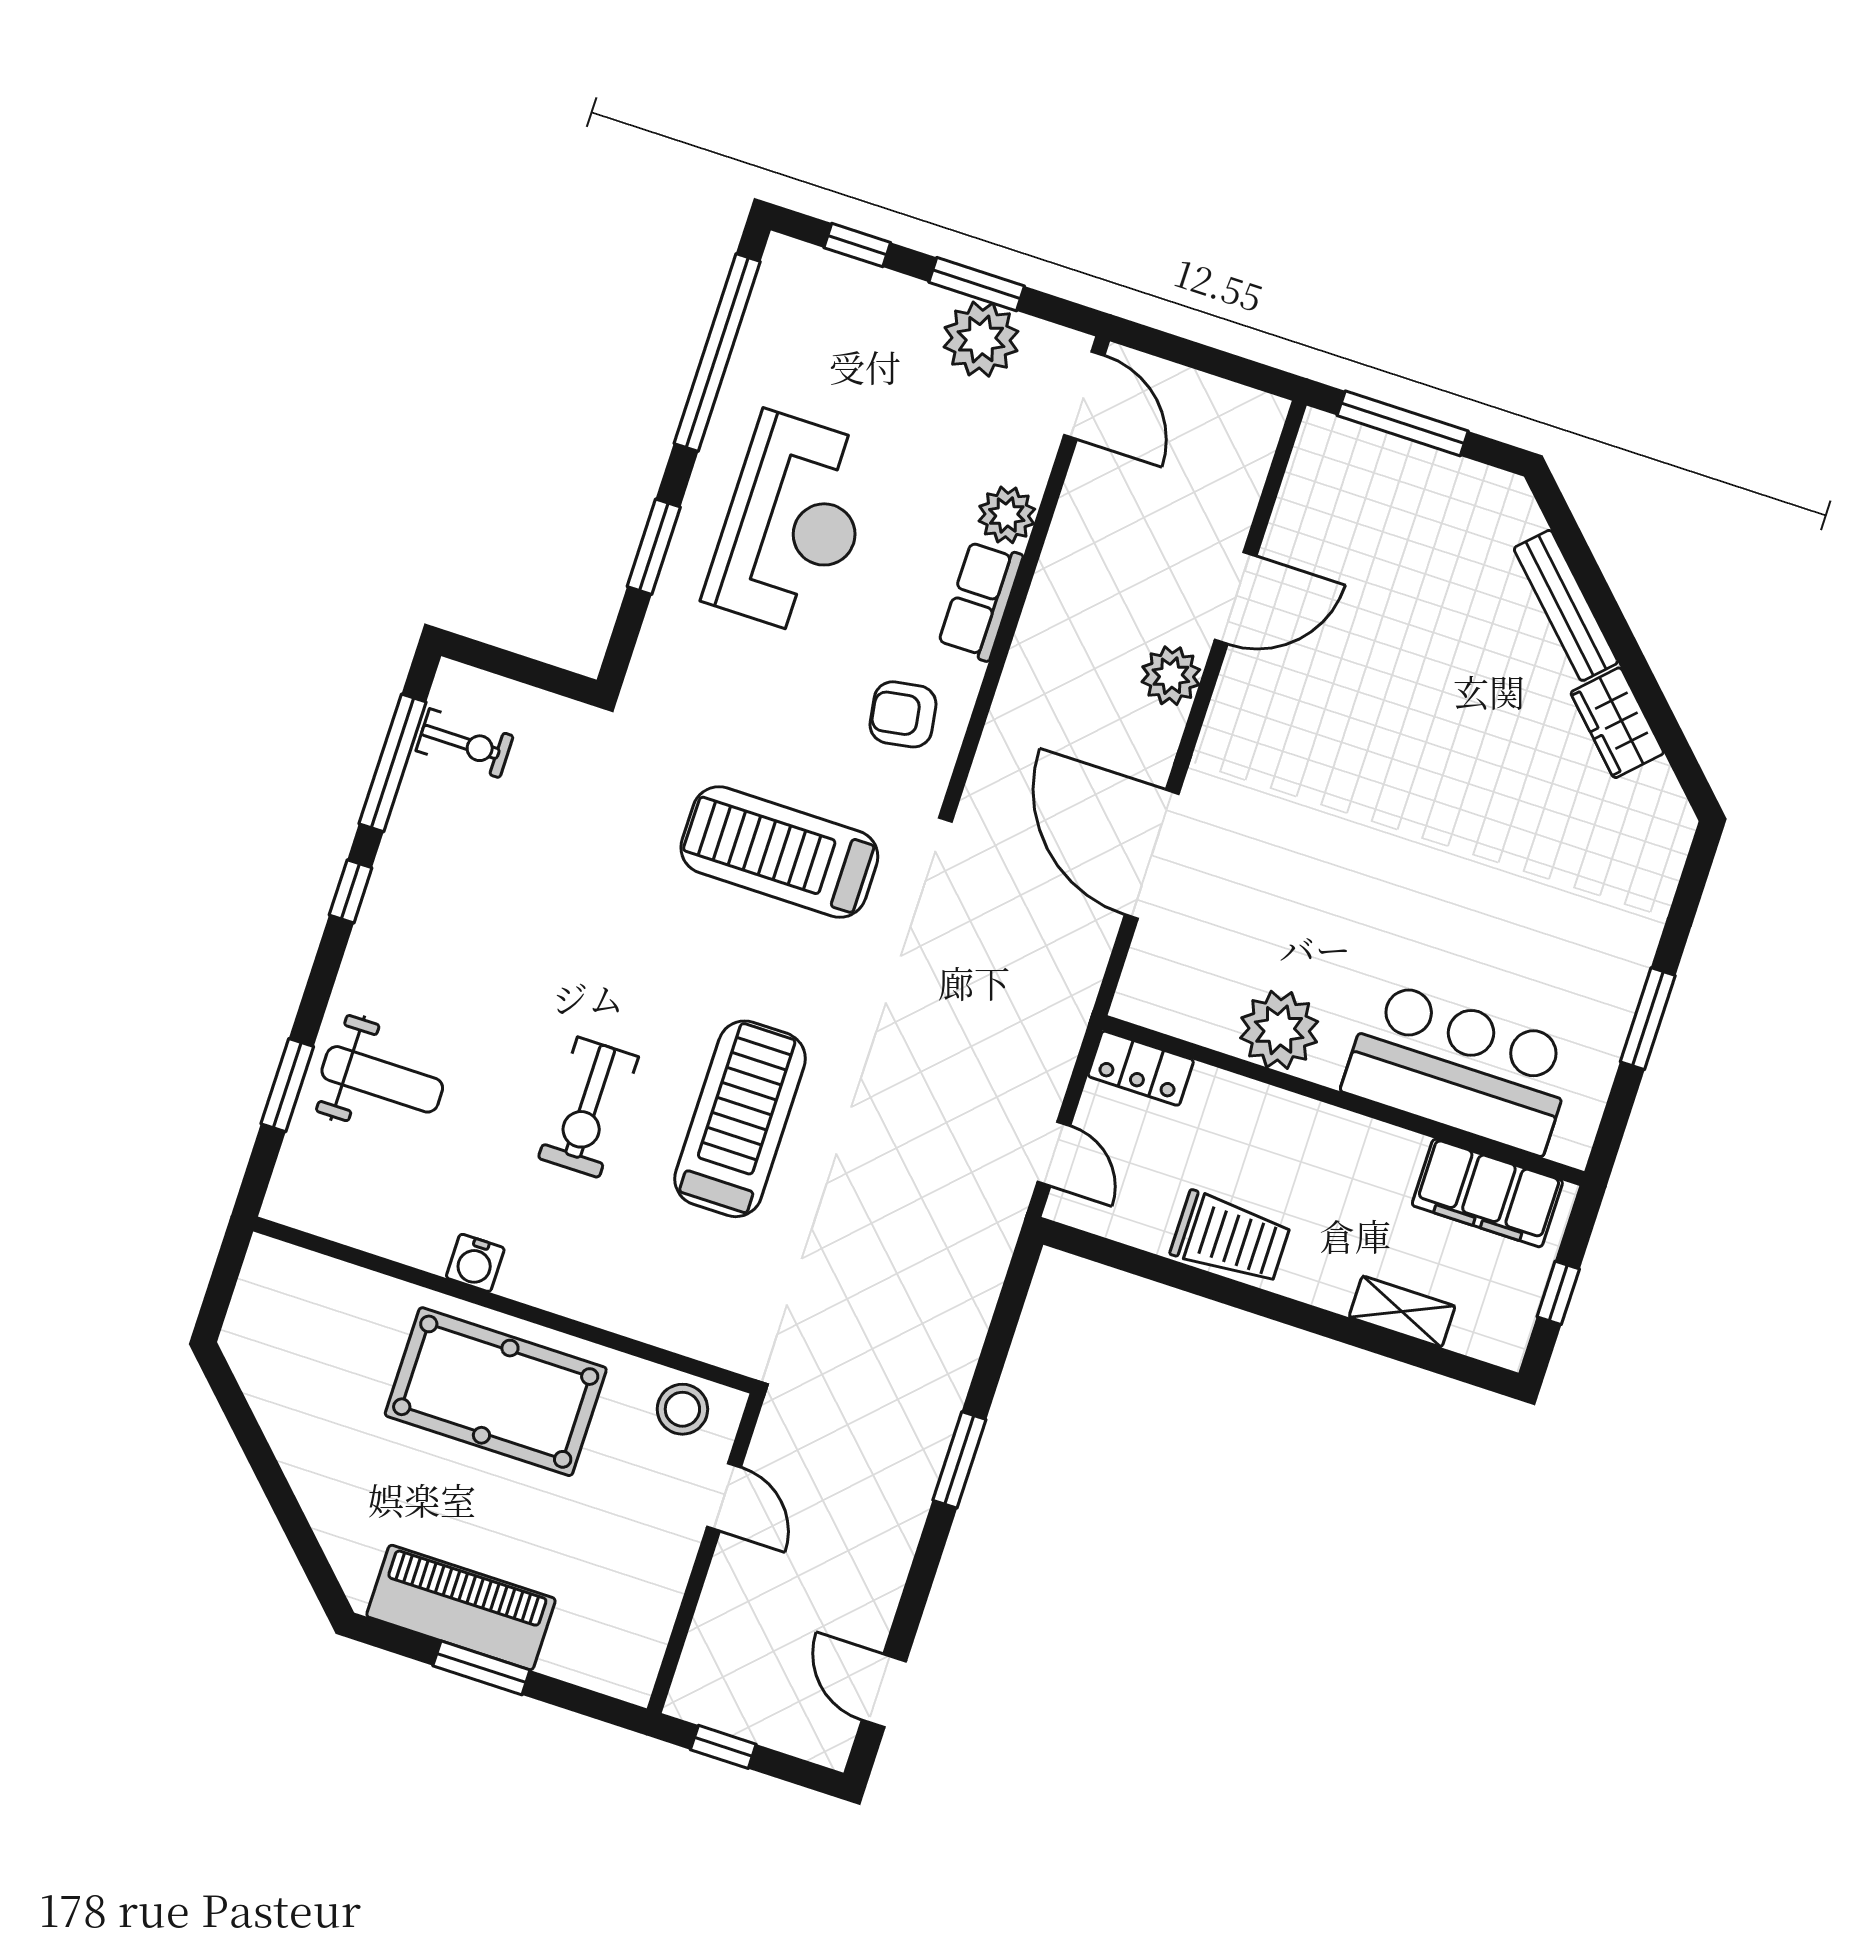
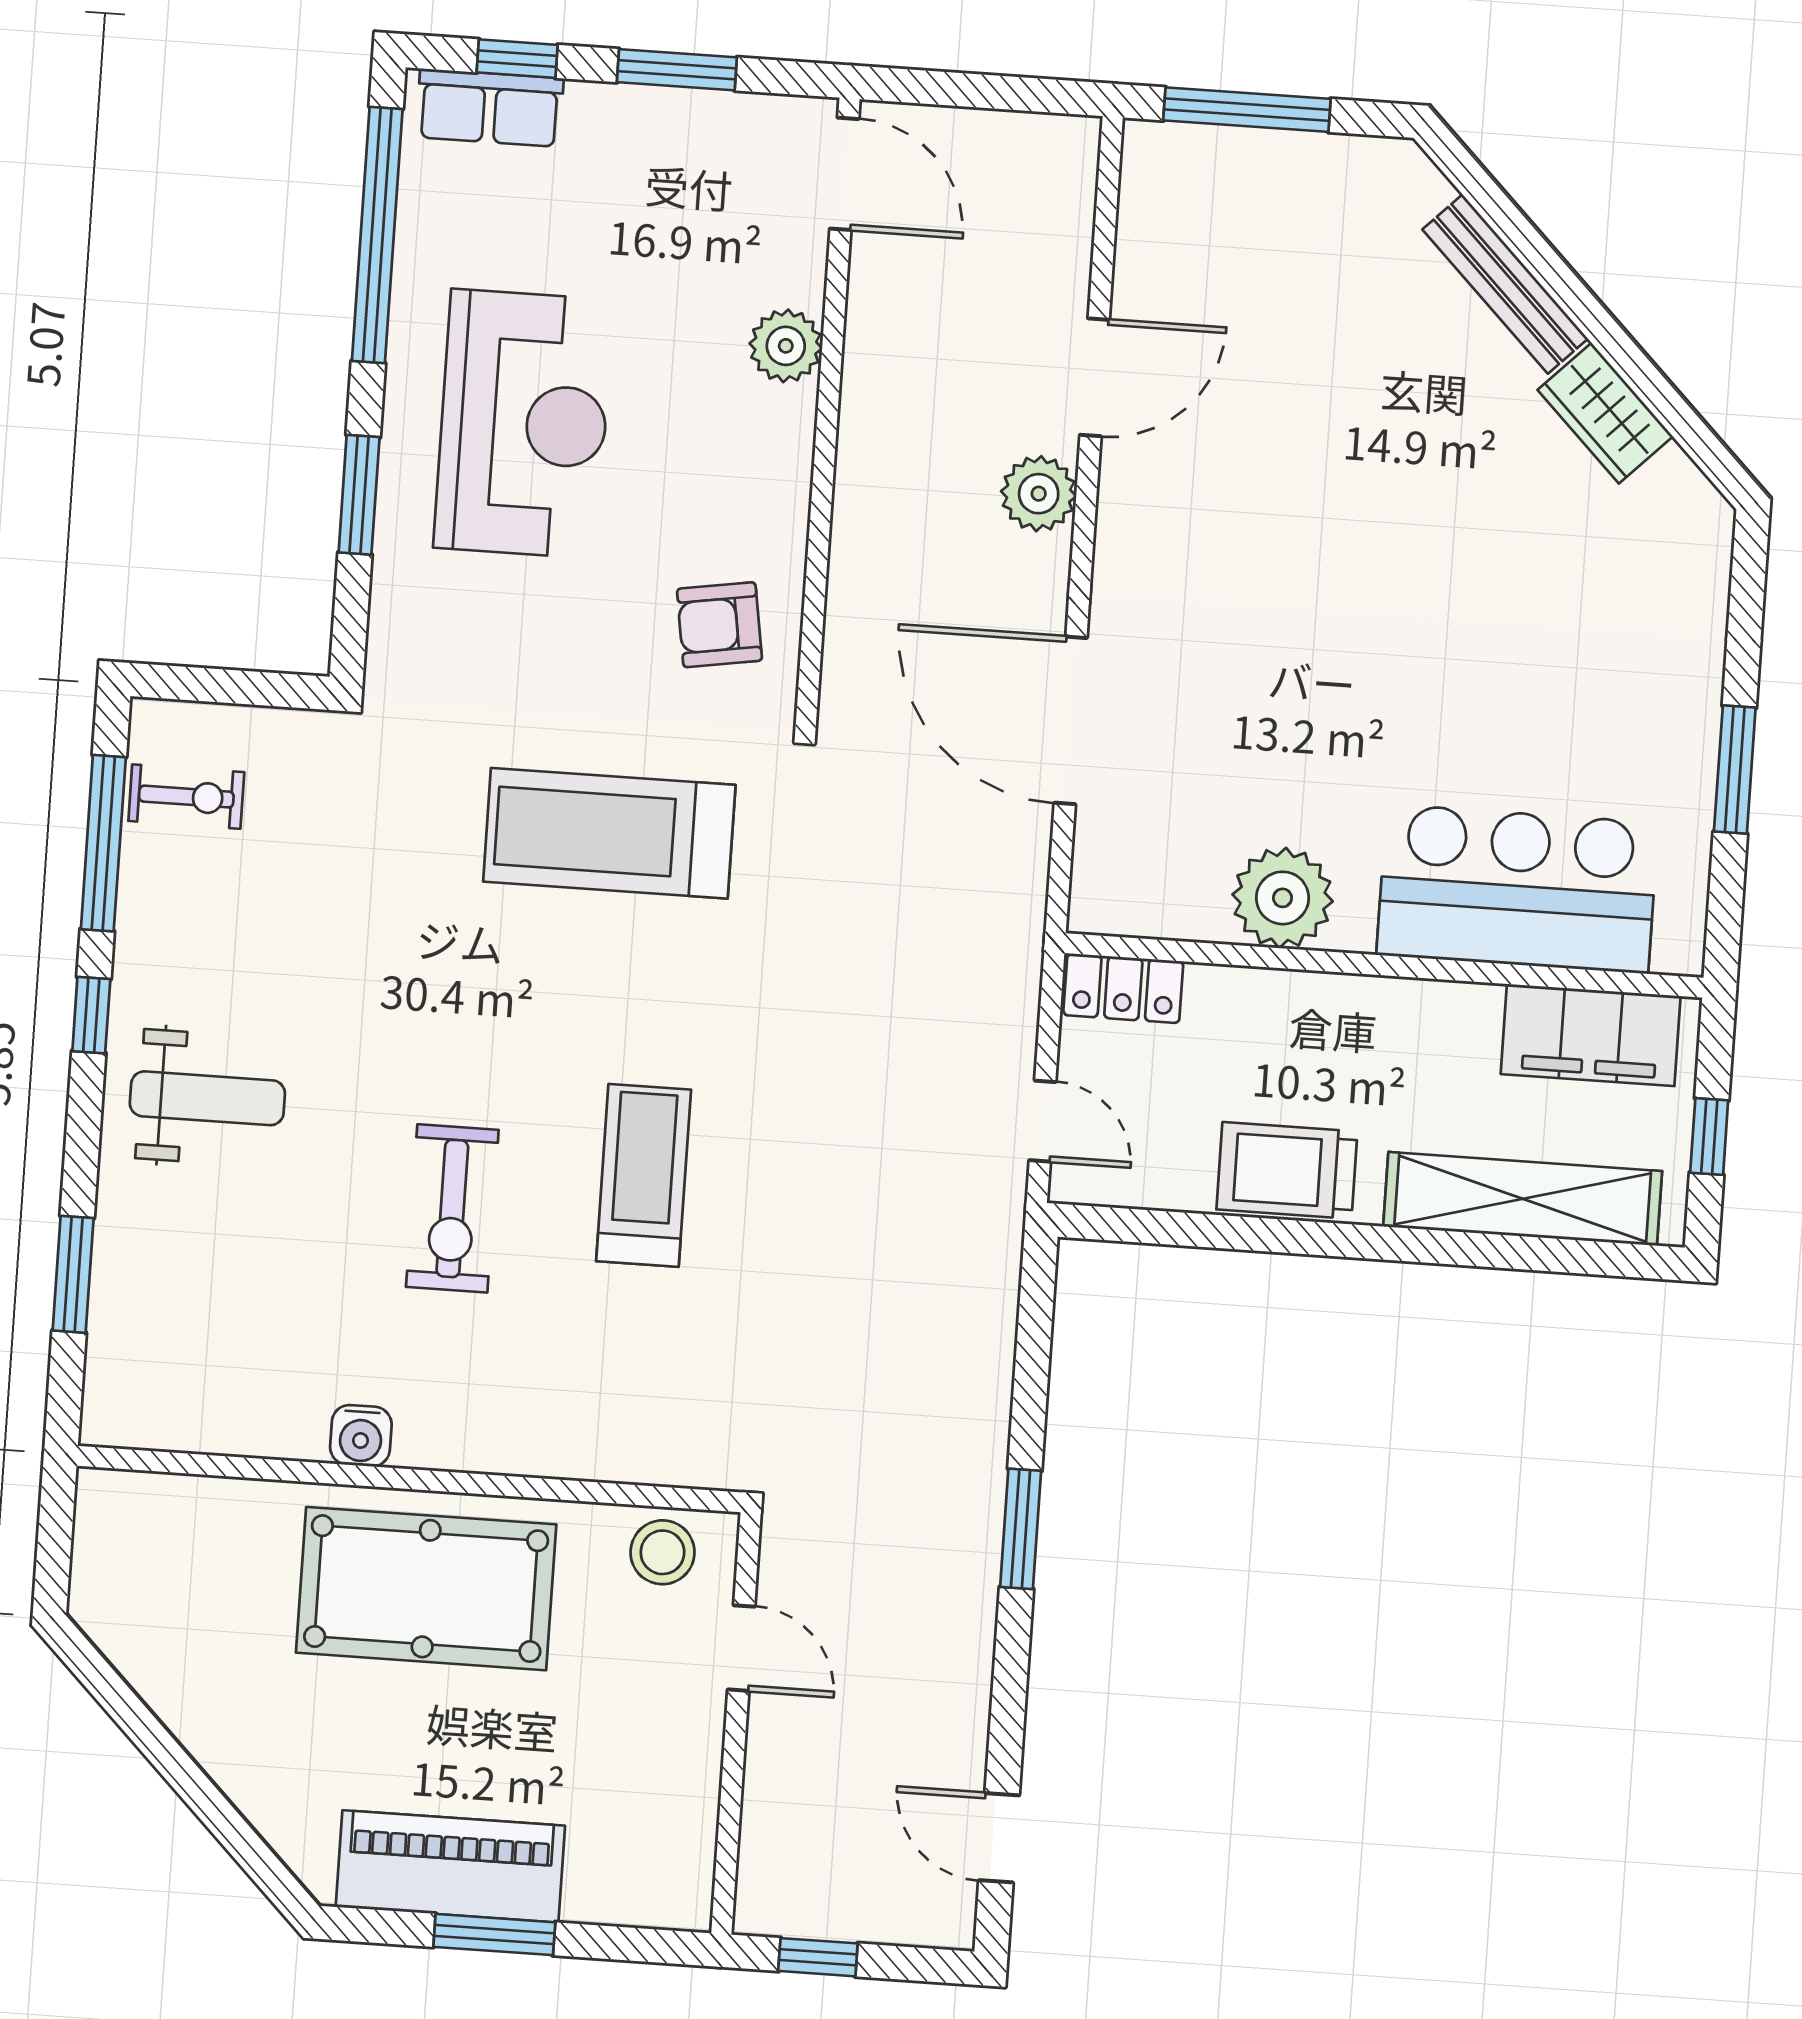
plant: (981, 339) -> (699, 136), removed
row of seats: (981, 600) -> (490, 108), moved, turned -90
weight bench: (382, 1079) -> (207, 1098), moved
treadmill: (740, 1119) -> (644, 1175), width x0.73, depth x0.73
trolley: (1230, 1238) -> (1287, 1170), turned 180
shelving: (1402, 1312) -> (1523, 1199), width x2.20, depth x1.33

